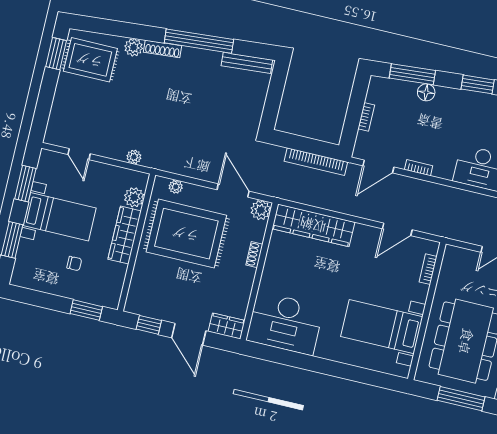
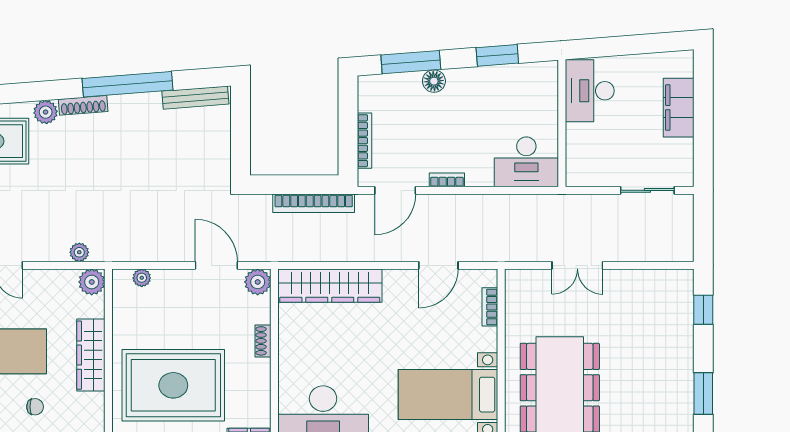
bookcase: (366, 117) -> (364, 141), width x1.56
plant: (134, 197) -> (92, 282), moved
rug: (186, 234) -> (173, 385), moved

